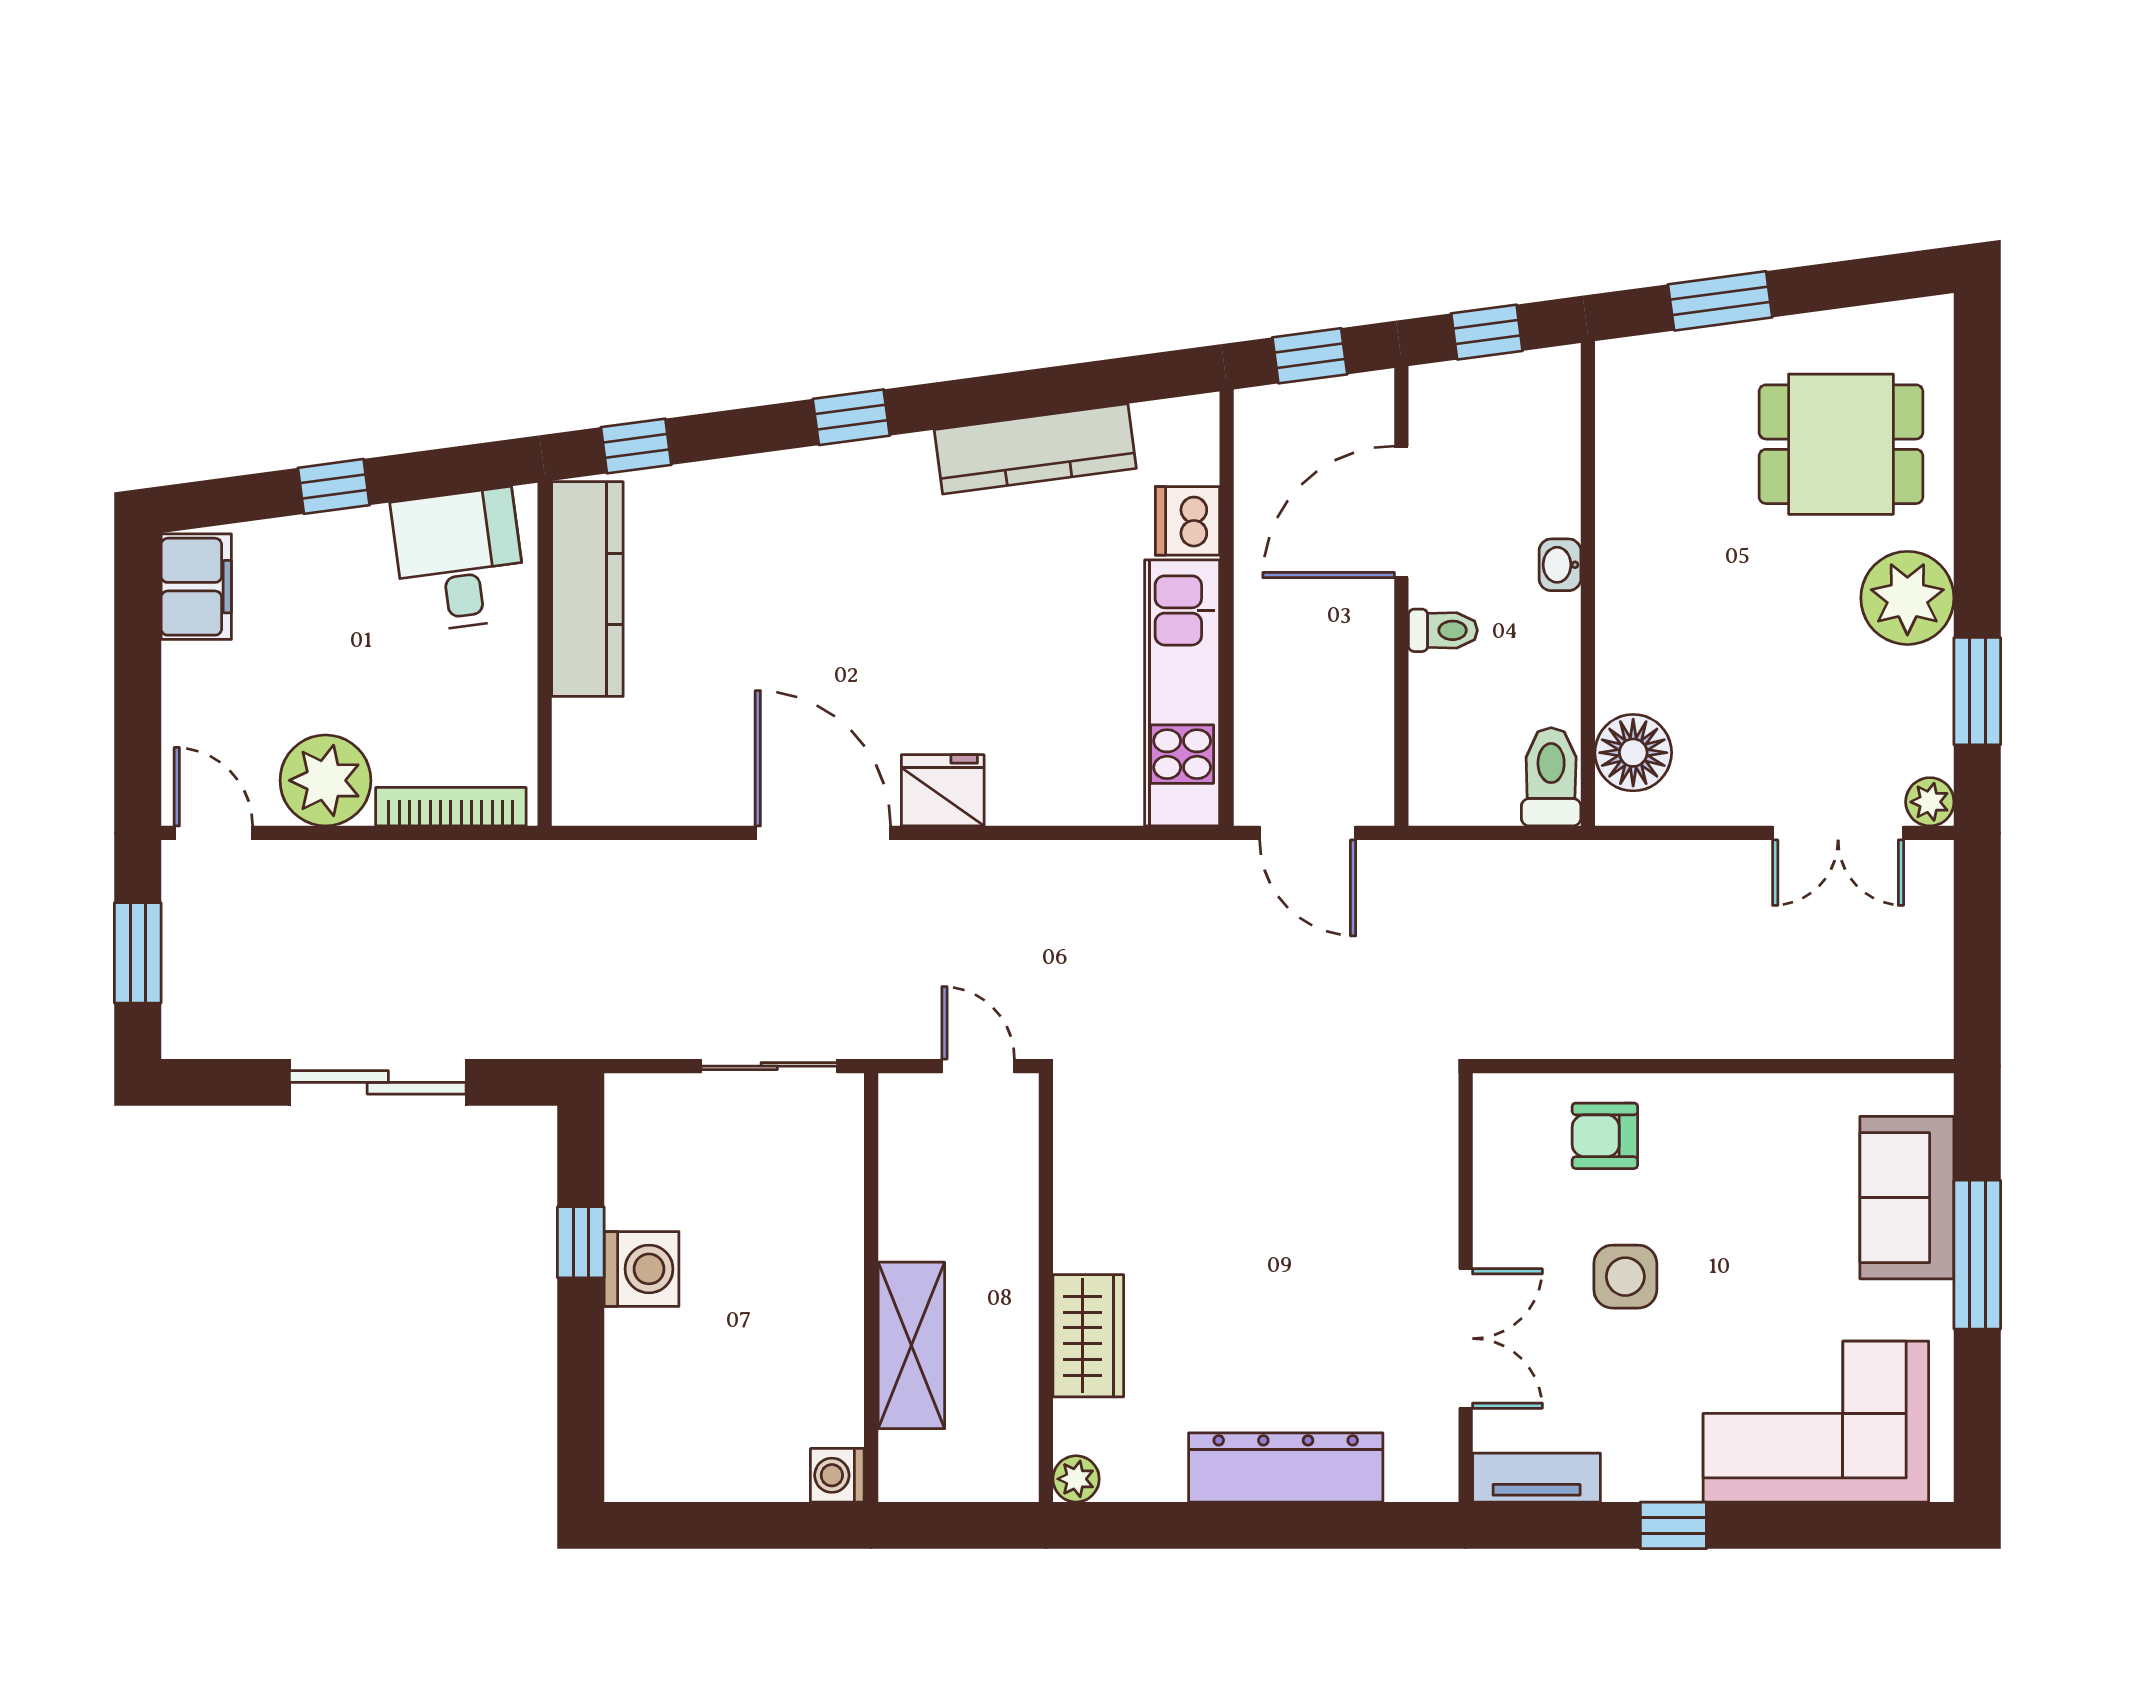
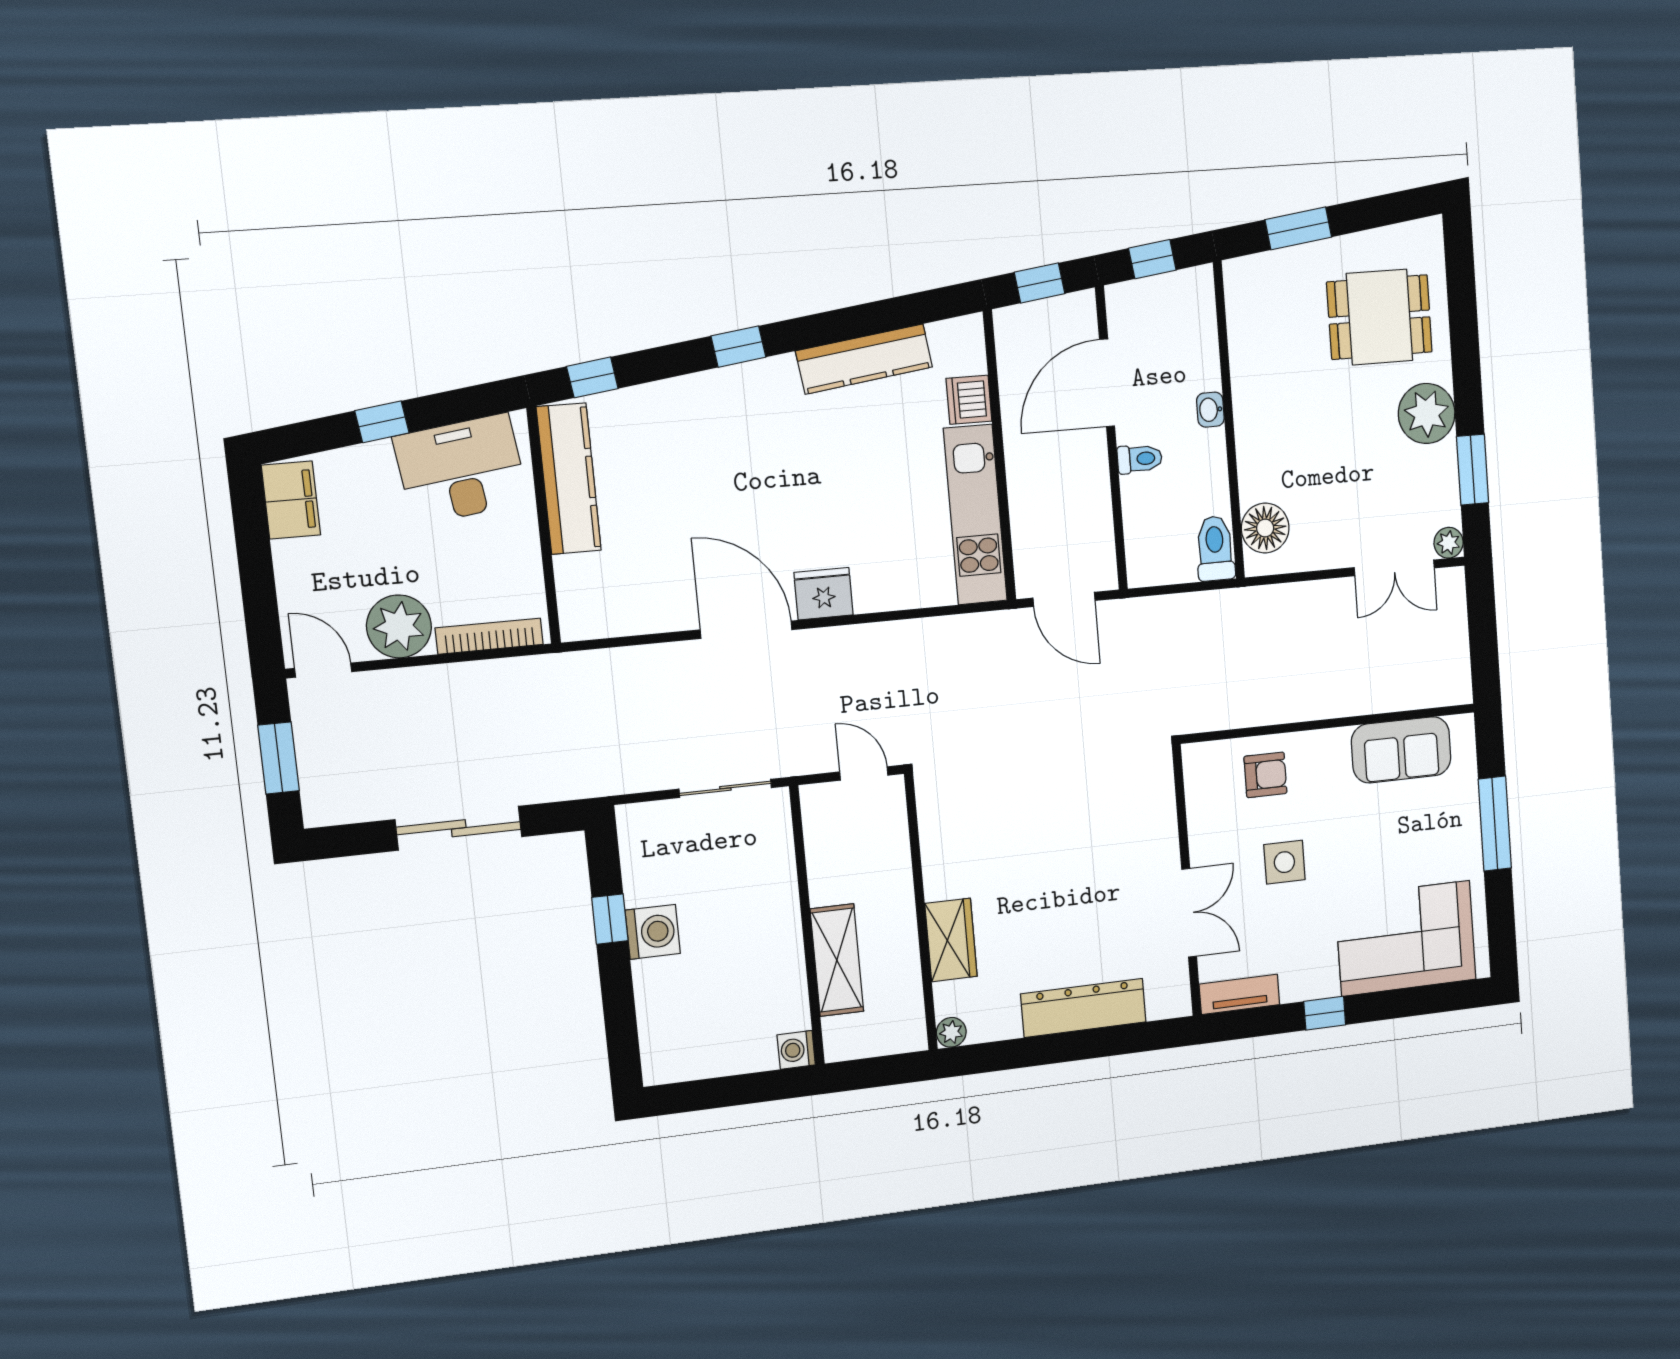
desk: (459, 560) -> (461, 469), width x1.37
armchair: (1605, 1136) -> (1265, 775), turned 180
sofa: (1907, 1198) -> (1401, 750), moved, turned -90

